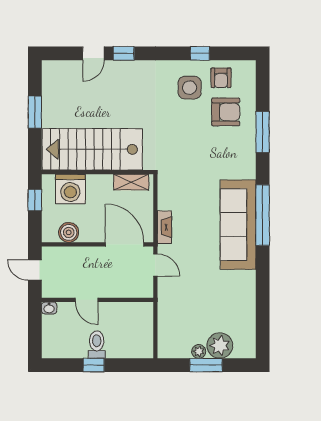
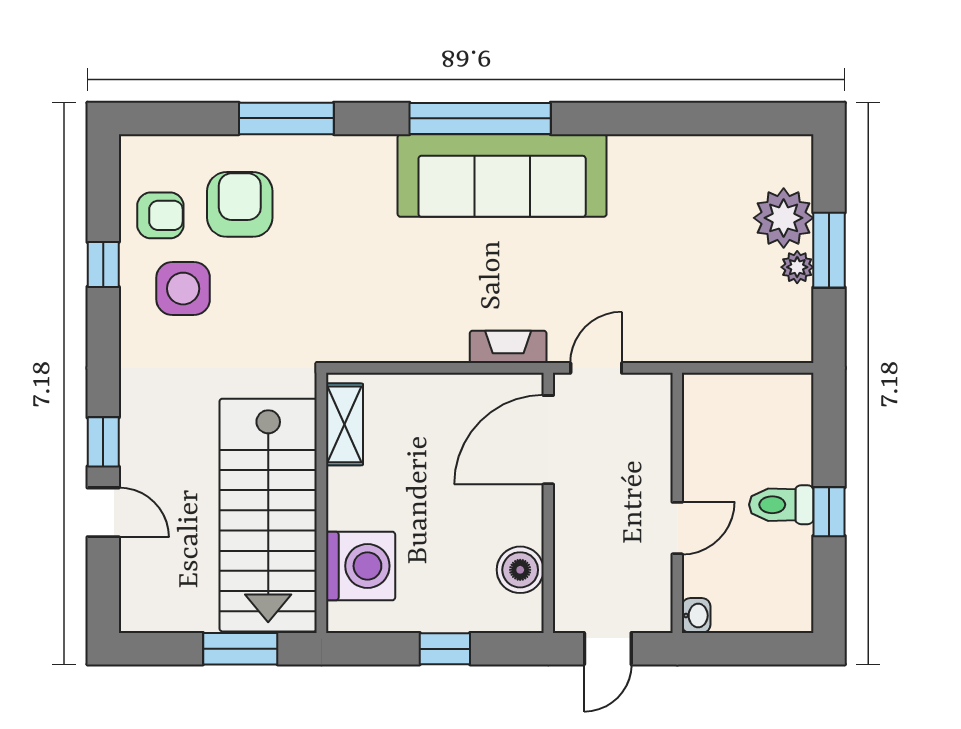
stairs: (92, 149) -> (268, 515), moved
wall: (97, 172) -> (321, 503), moved
shelving: (131, 182) -> (345, 424), moved
washing machine: (70, 189) -> (361, 566), moved

